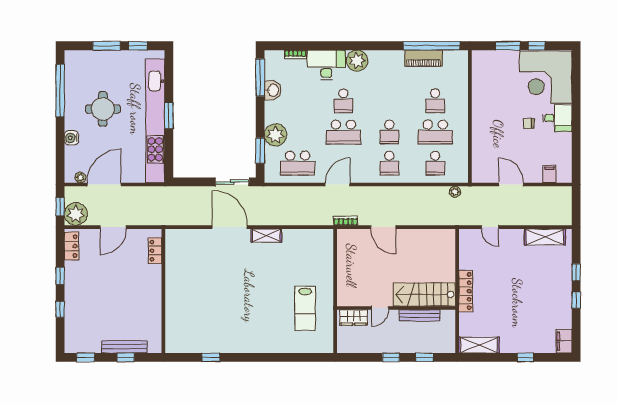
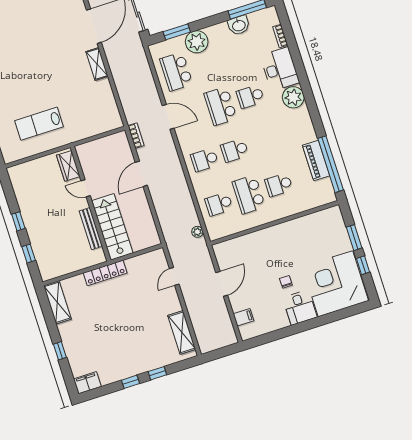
stairs: (424, 295) -> (112, 227), moved
door: (380, 308) -> (86, 188), moved
wall: (396, 308) -> (91, 204), moved
bench: (420, 315) -> (91, 229), moved
wardrobe: (354, 318) -> (68, 166), moved

